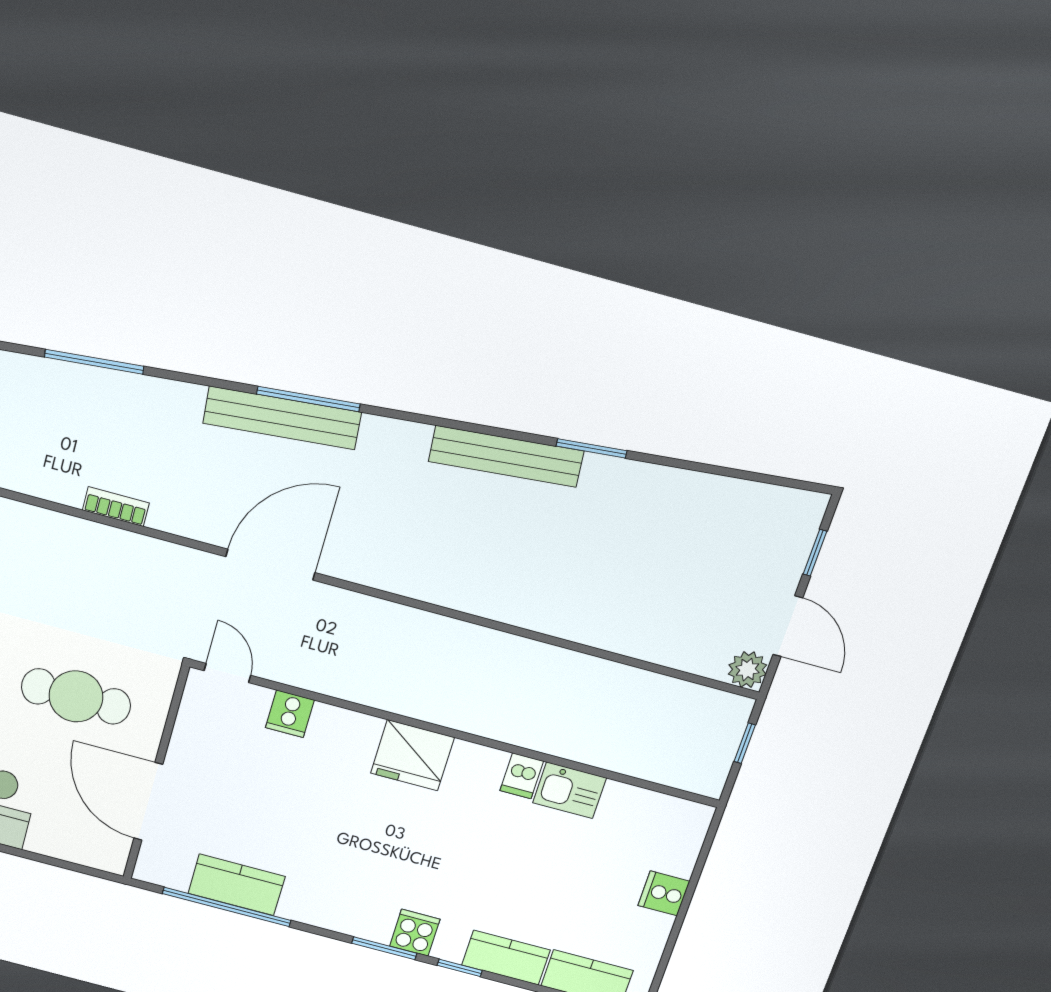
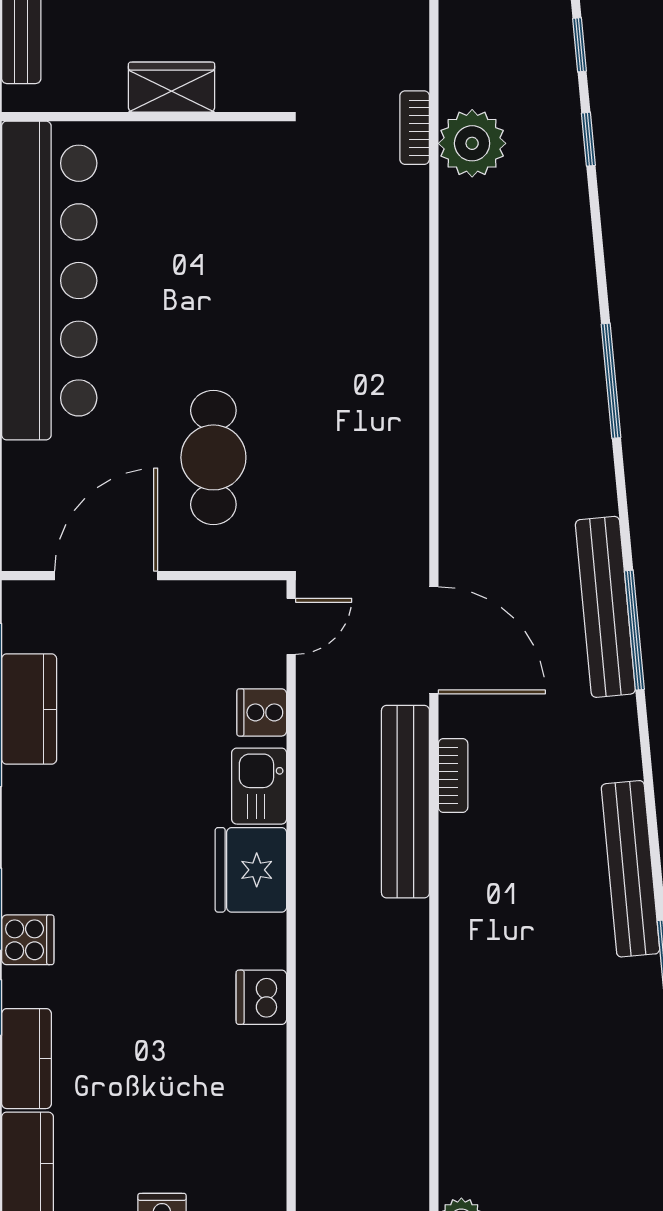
bookcase: (116, 507) -> (453, 775), moved
bench: (395, 622) -> (405, 802), added
dishwasher: (522, 776) -> (261, 997), width x1.38
kitchen sink: (570, 790) -> (259, 786), moved

